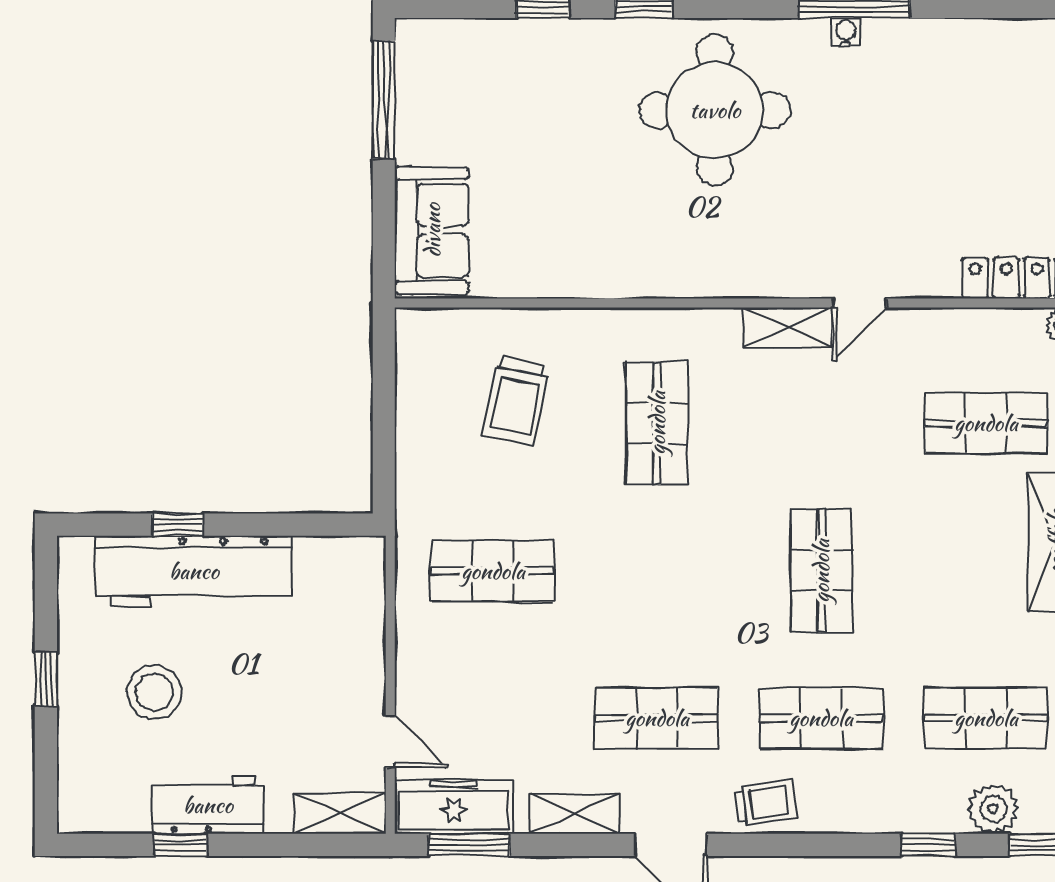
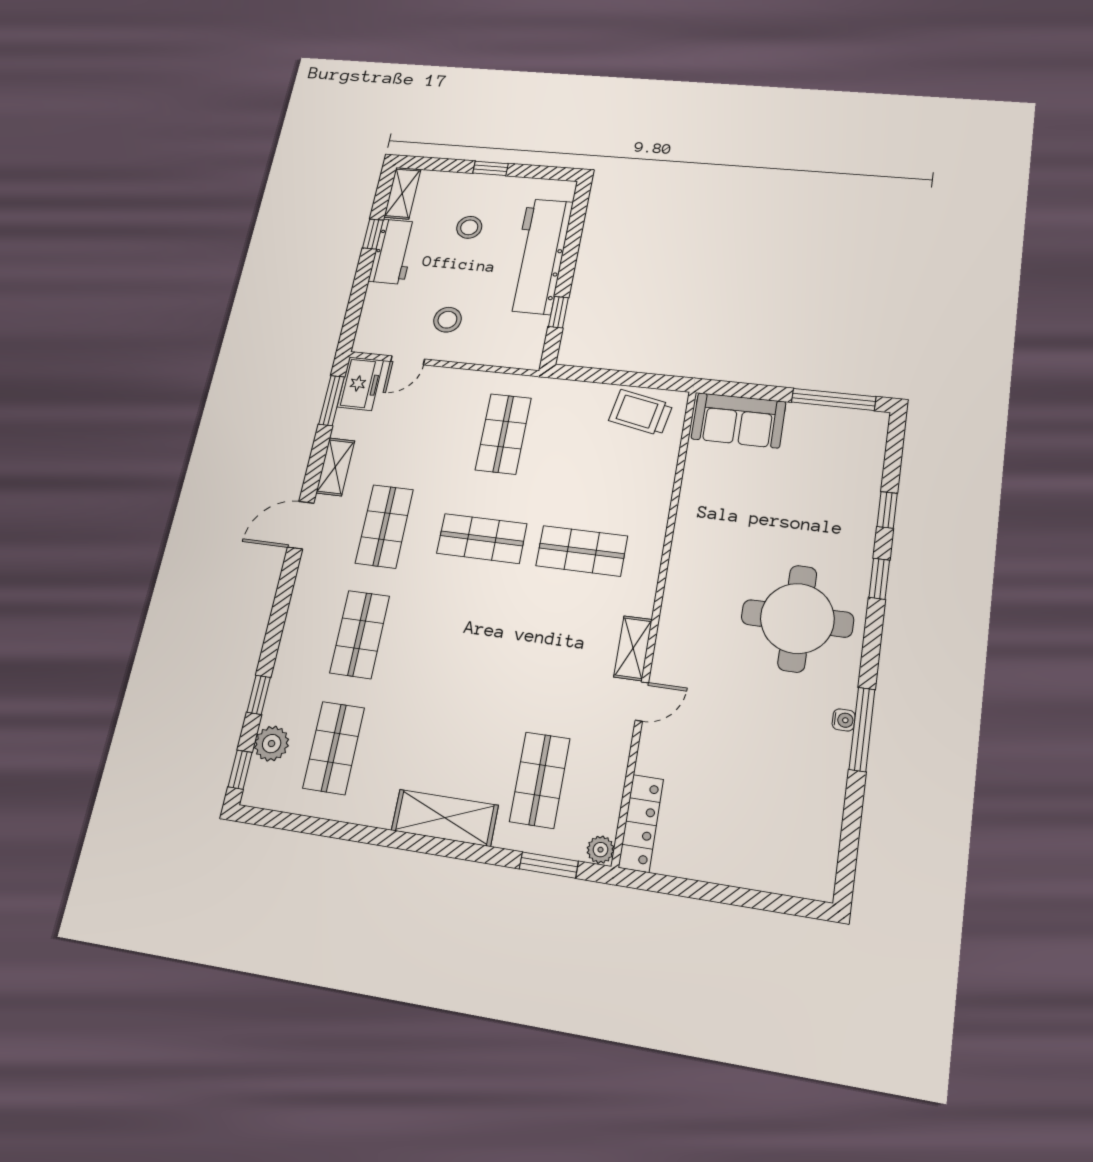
door: (860, 303) -> (642, 702), swing flipped
trolley: (516, 400) -> (641, 413), moved
window: (178, 525) -> (558, 312), moved
shop shelf: (821, 571) -> (482, 538), moved
stool: (154, 692) -> (469, 227), width x0.73, depth x0.73
stool: (316, 694) -> (447, 320), added
trolley: (766, 803) -> (313, 590), removed
freezer: (454, 807) -> (360, 384), width x0.71
shelving: (340, 813) -> (402, 193), moved

